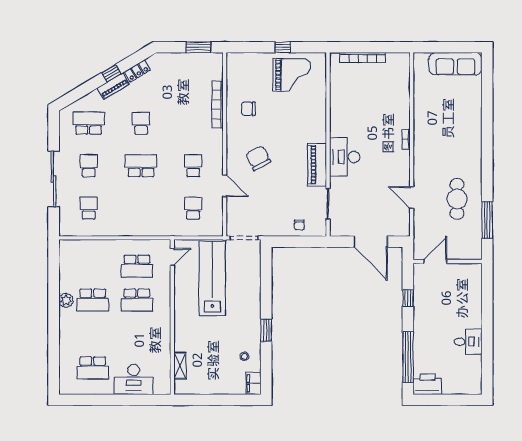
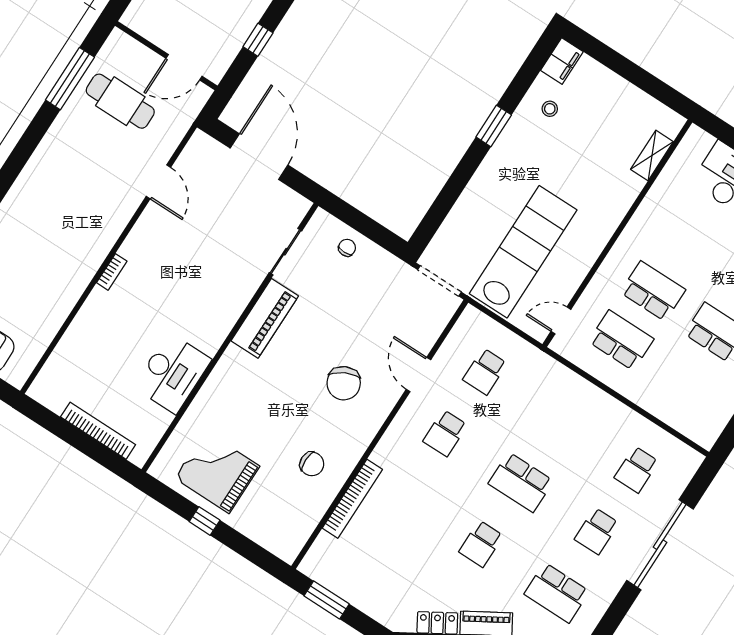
desk: (345, 157) -> (172, 373), moved
cafe table: (457, 199) -> (120, 101), moved, turned 90
lab bench: (212, 278) -> (523, 252), turned 180

